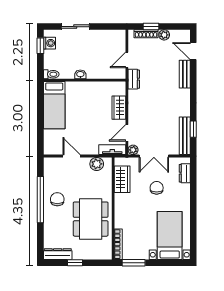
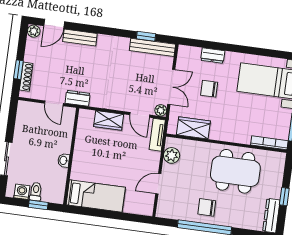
plant: (164, 35) -> (34, 31), moved
window: (40, 46) -> (38, 205), moved
toilet: (51, 74) -> (36, 192), moved
dresser: (185, 173) -> (213, 56), moved

